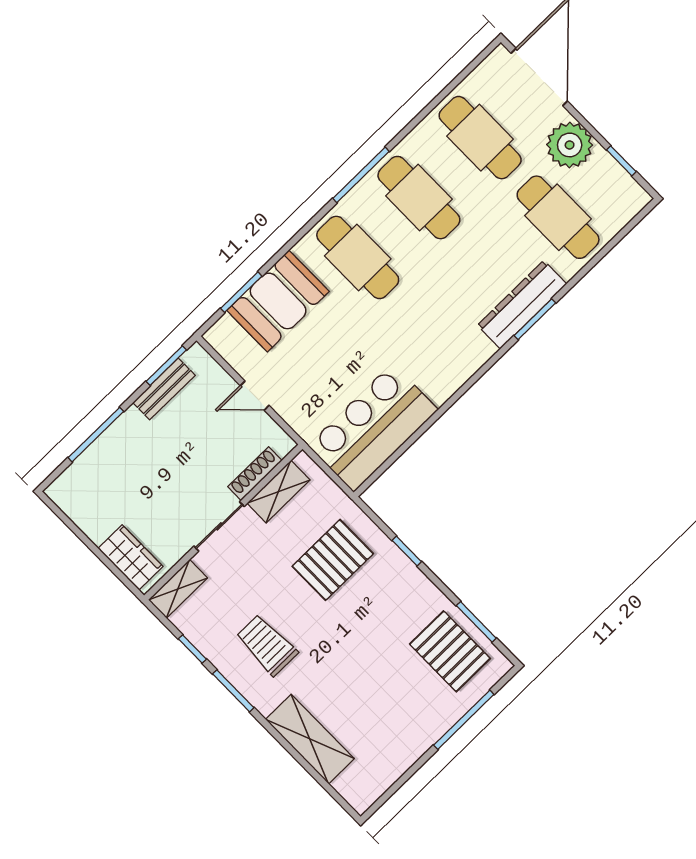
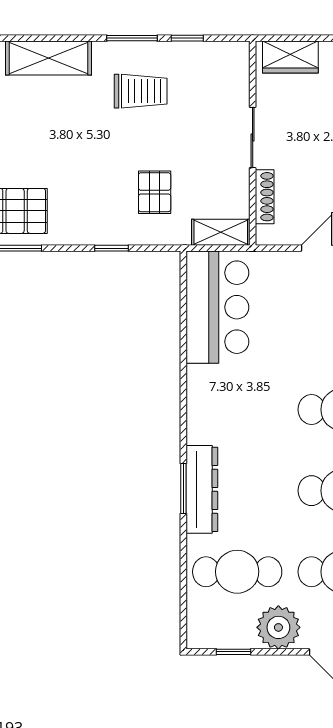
shelving: (279, 492) -> (221, 232), moved, turned 90
pallet: (333, 560) -> (155, 192), width x0.67, depth x0.71
shelving: (178, 589) -> (238, 68), removed

